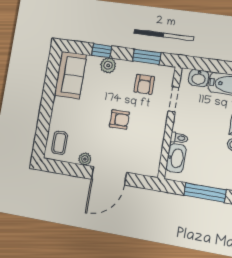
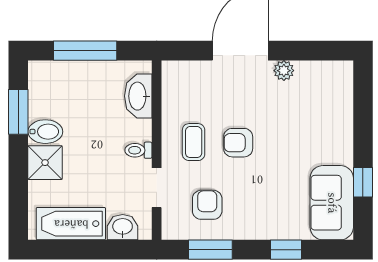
plant: (108, 65) -> (271, 227), removed
window: (50, 85) -> (363, 182), added
toilet: (179, 138) -> (138, 150), moved
coffee table: (60, 143) -> (194, 142), moved

